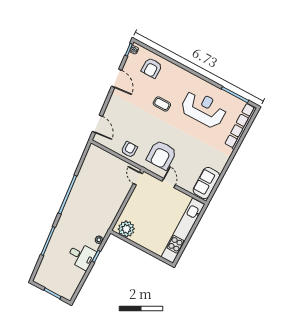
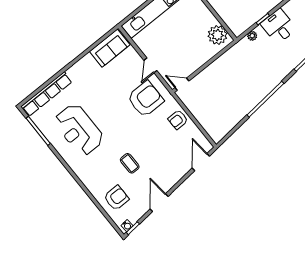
coffee table: (162, 104) -> (130, 163), moved
door: (138, 179) -> (182, 84), swing flipped

